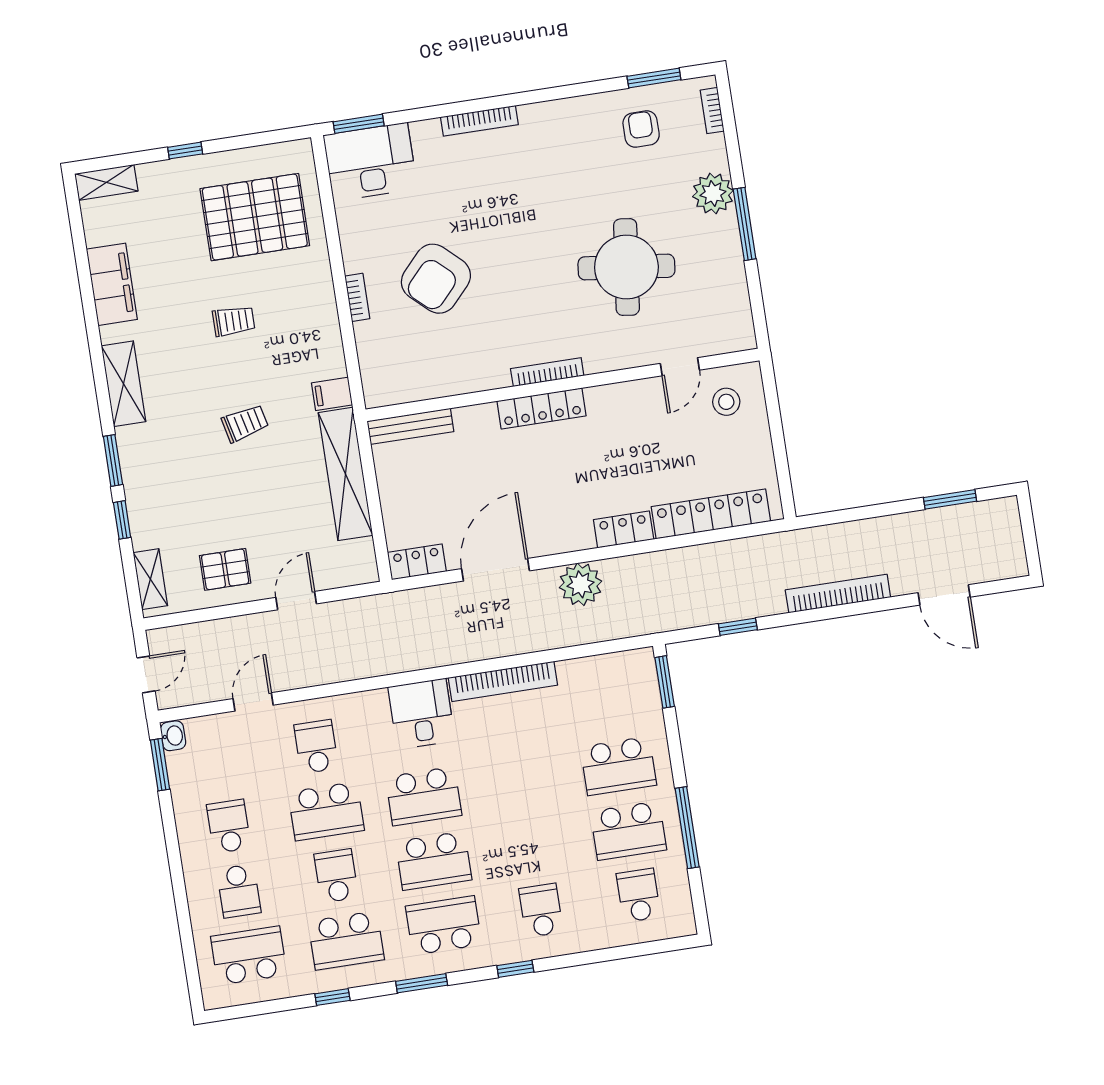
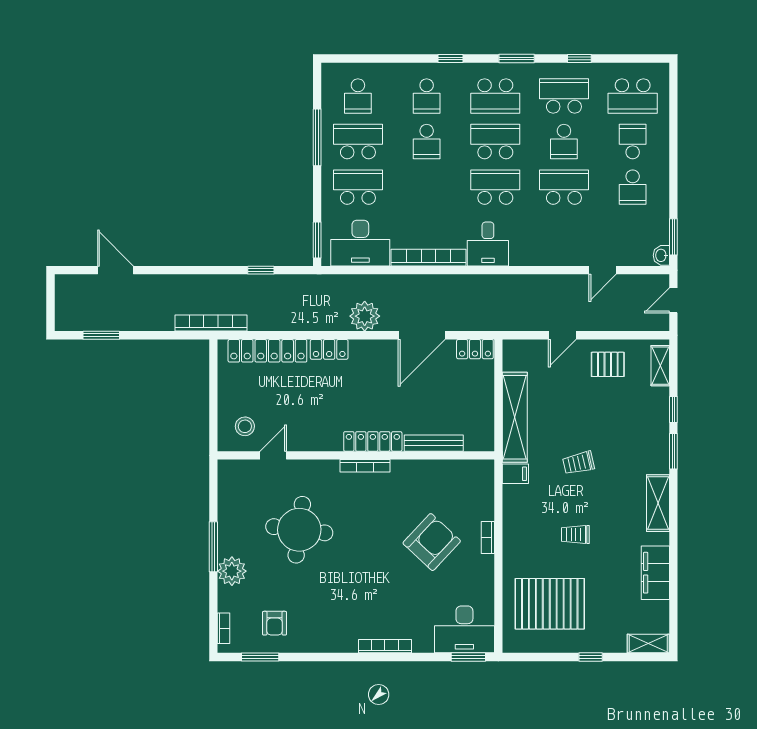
bench: (410, 426) -> (434, 443), moved
bookcase: (838, 594) -> (211, 323), moved, turned 180
desk: (603, 687) -> (360, 243), added
school desk: (316, 747) -> (427, 142), moved

